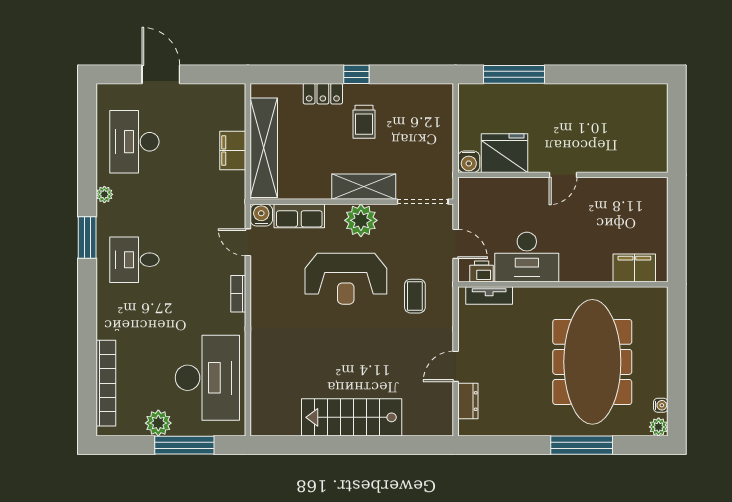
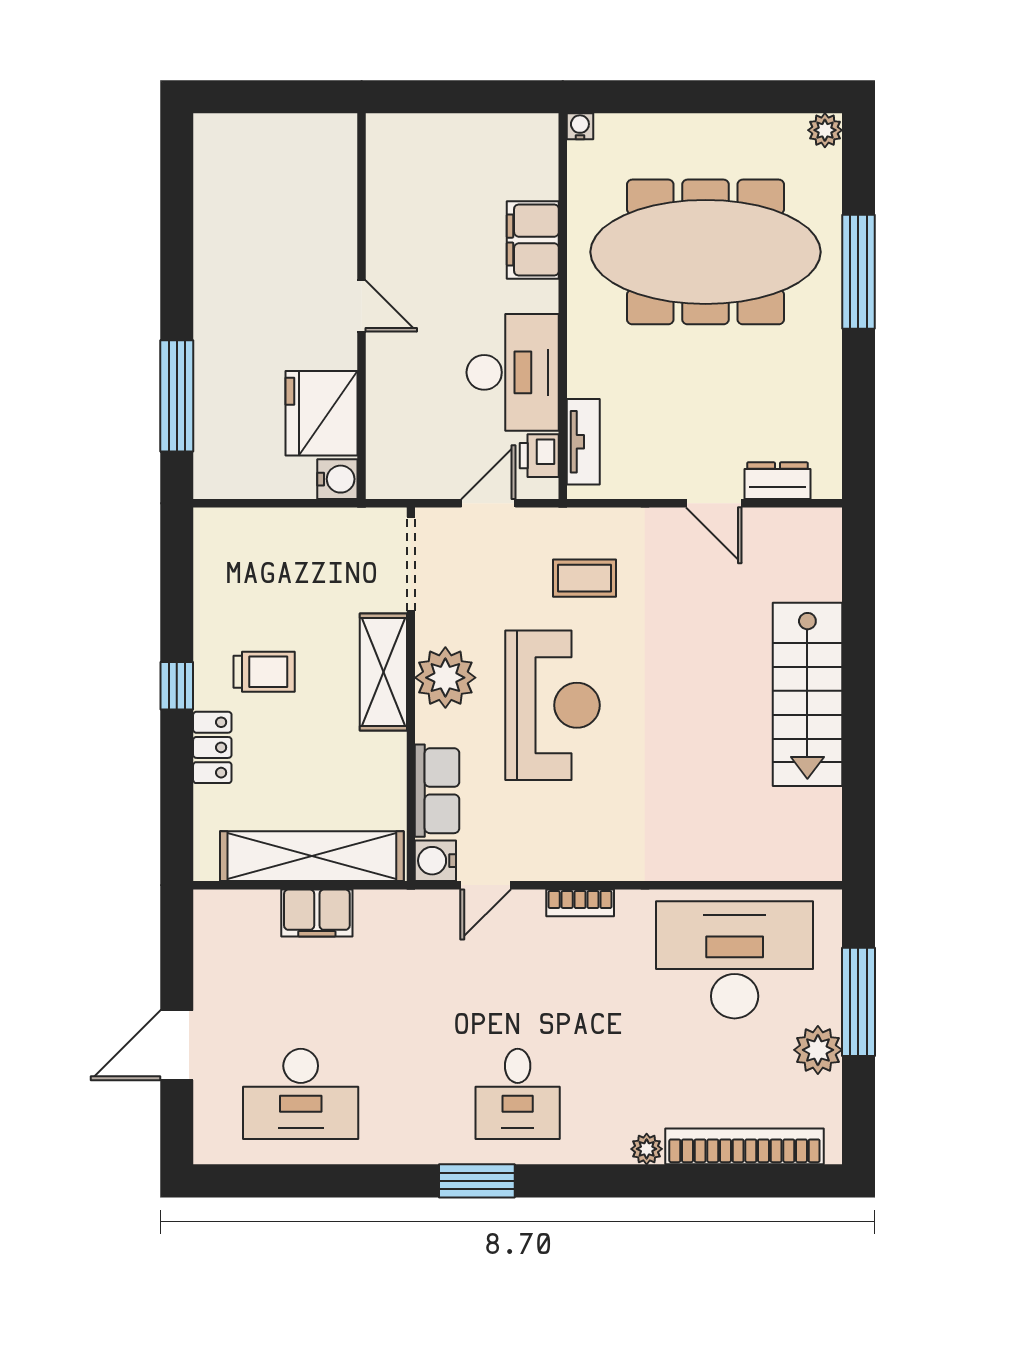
plant: (104, 194) -> (647, 1149), moved
filing cabinet: (634, 268) -> (533, 240), moved
water cooler: (661, 405) -> (580, 126), moved

